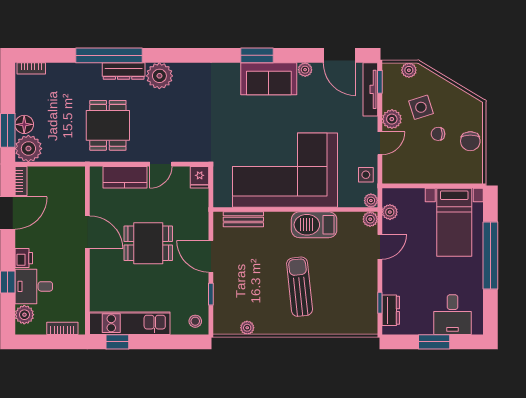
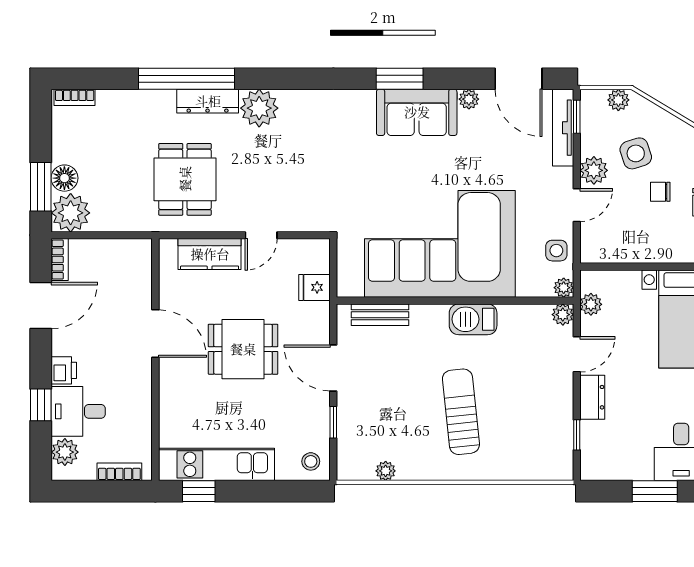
fridge: (200, 177) -> (315, 287), moved, turned 90
barbecue: (314, 225) -> (473, 319), width x0.73, depth x0.83
dresser: (391, 310) -> (592, 397), moved

